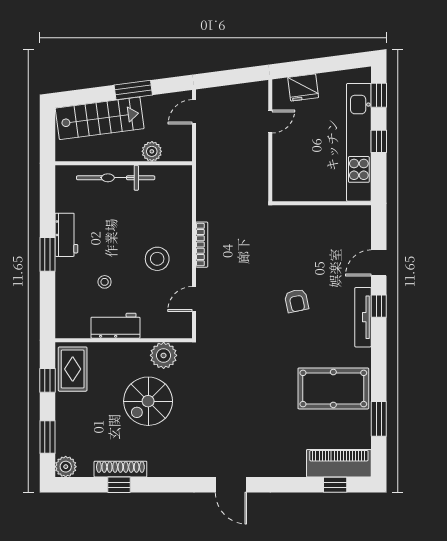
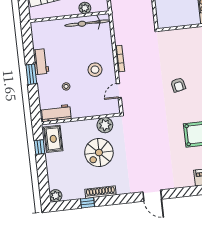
bicycle: (116, 178) -> (87, 23), moved
workbench: (115, 326) -> (56, 113), moved
window: (48, 437) -> (43, 180), removed
shoe rack: (120, 469) -> (101, 192), moved

